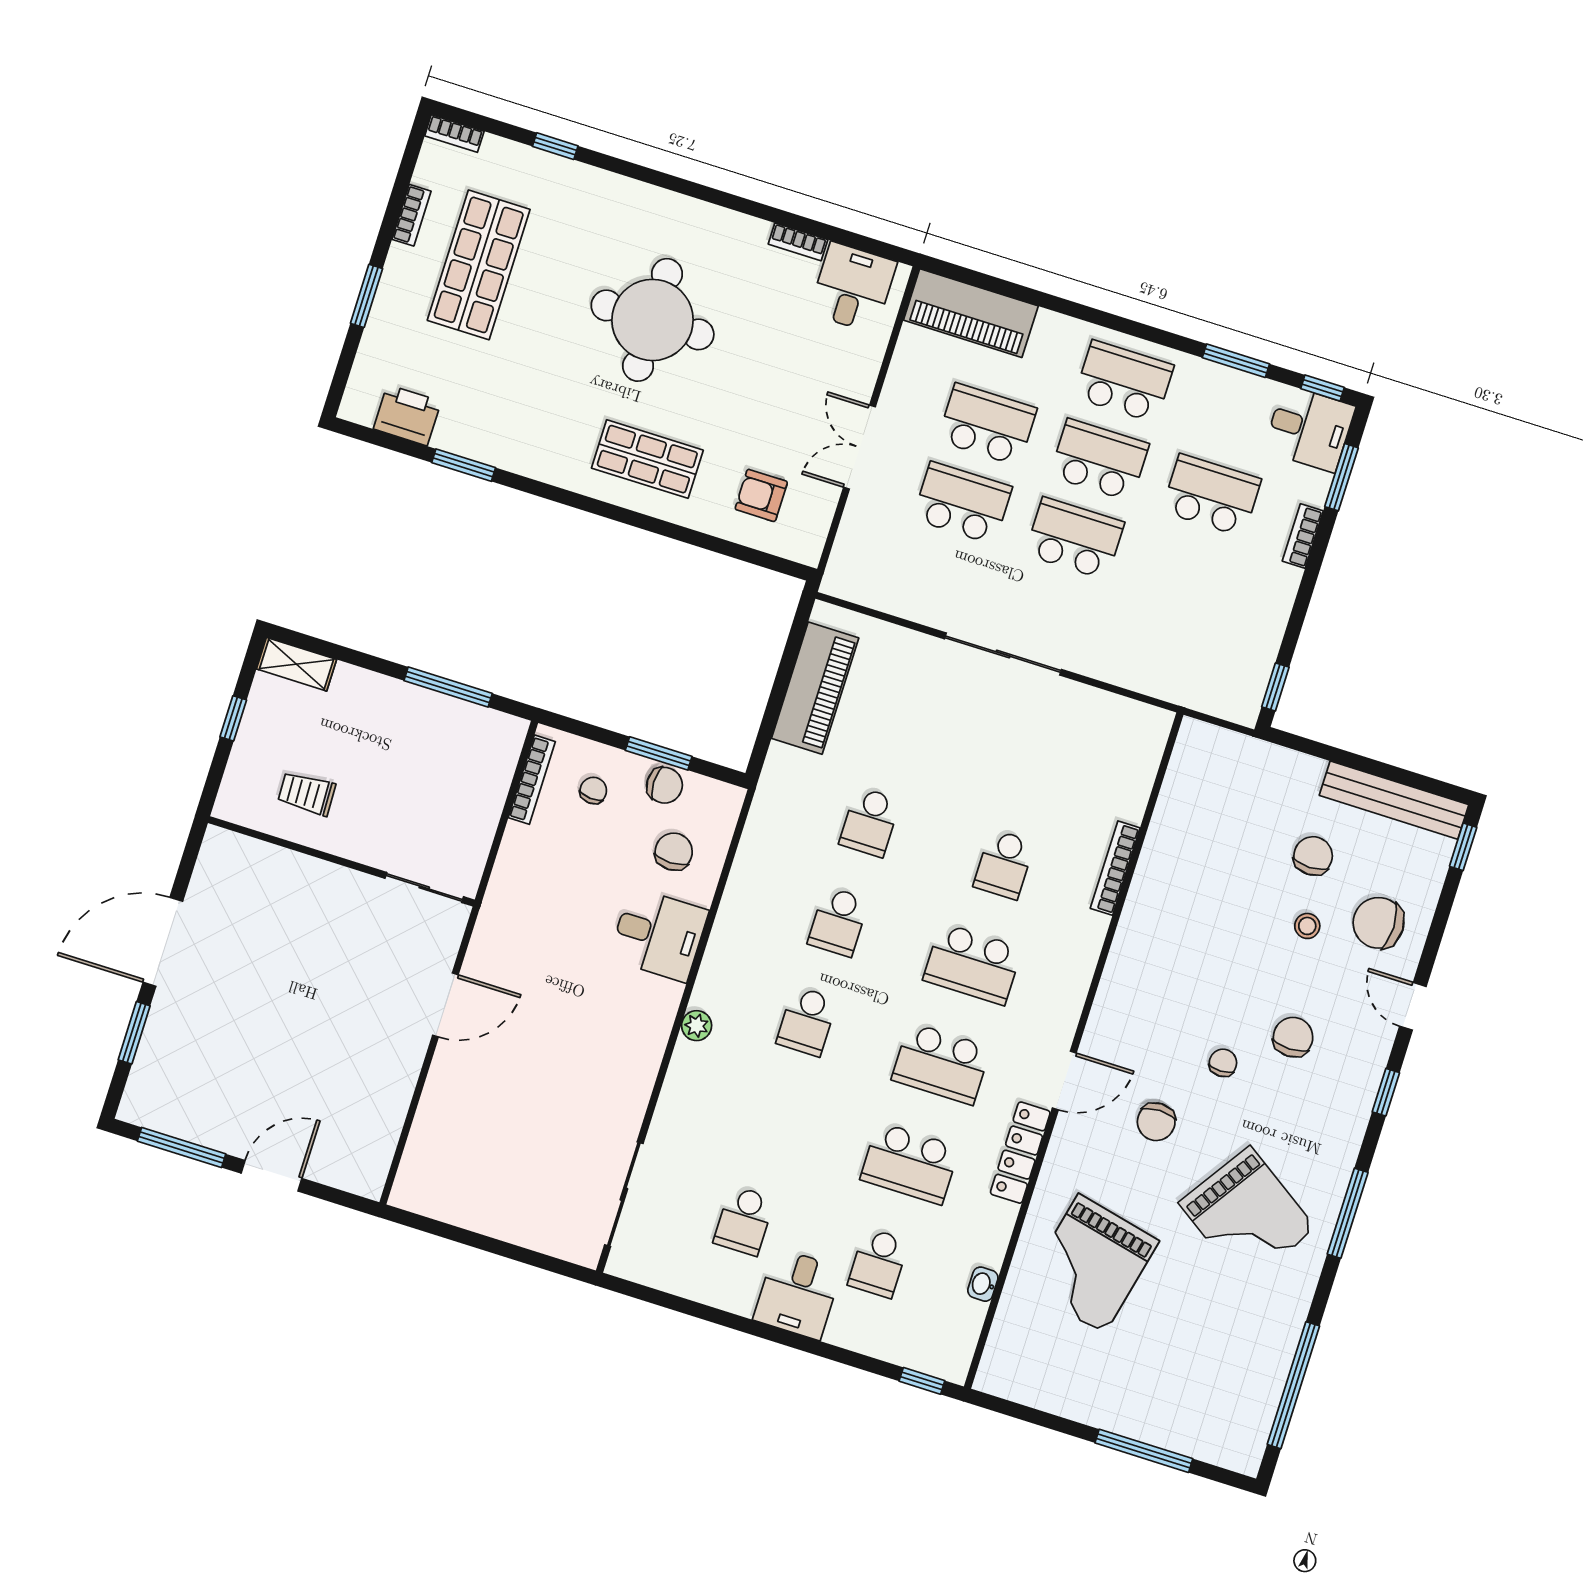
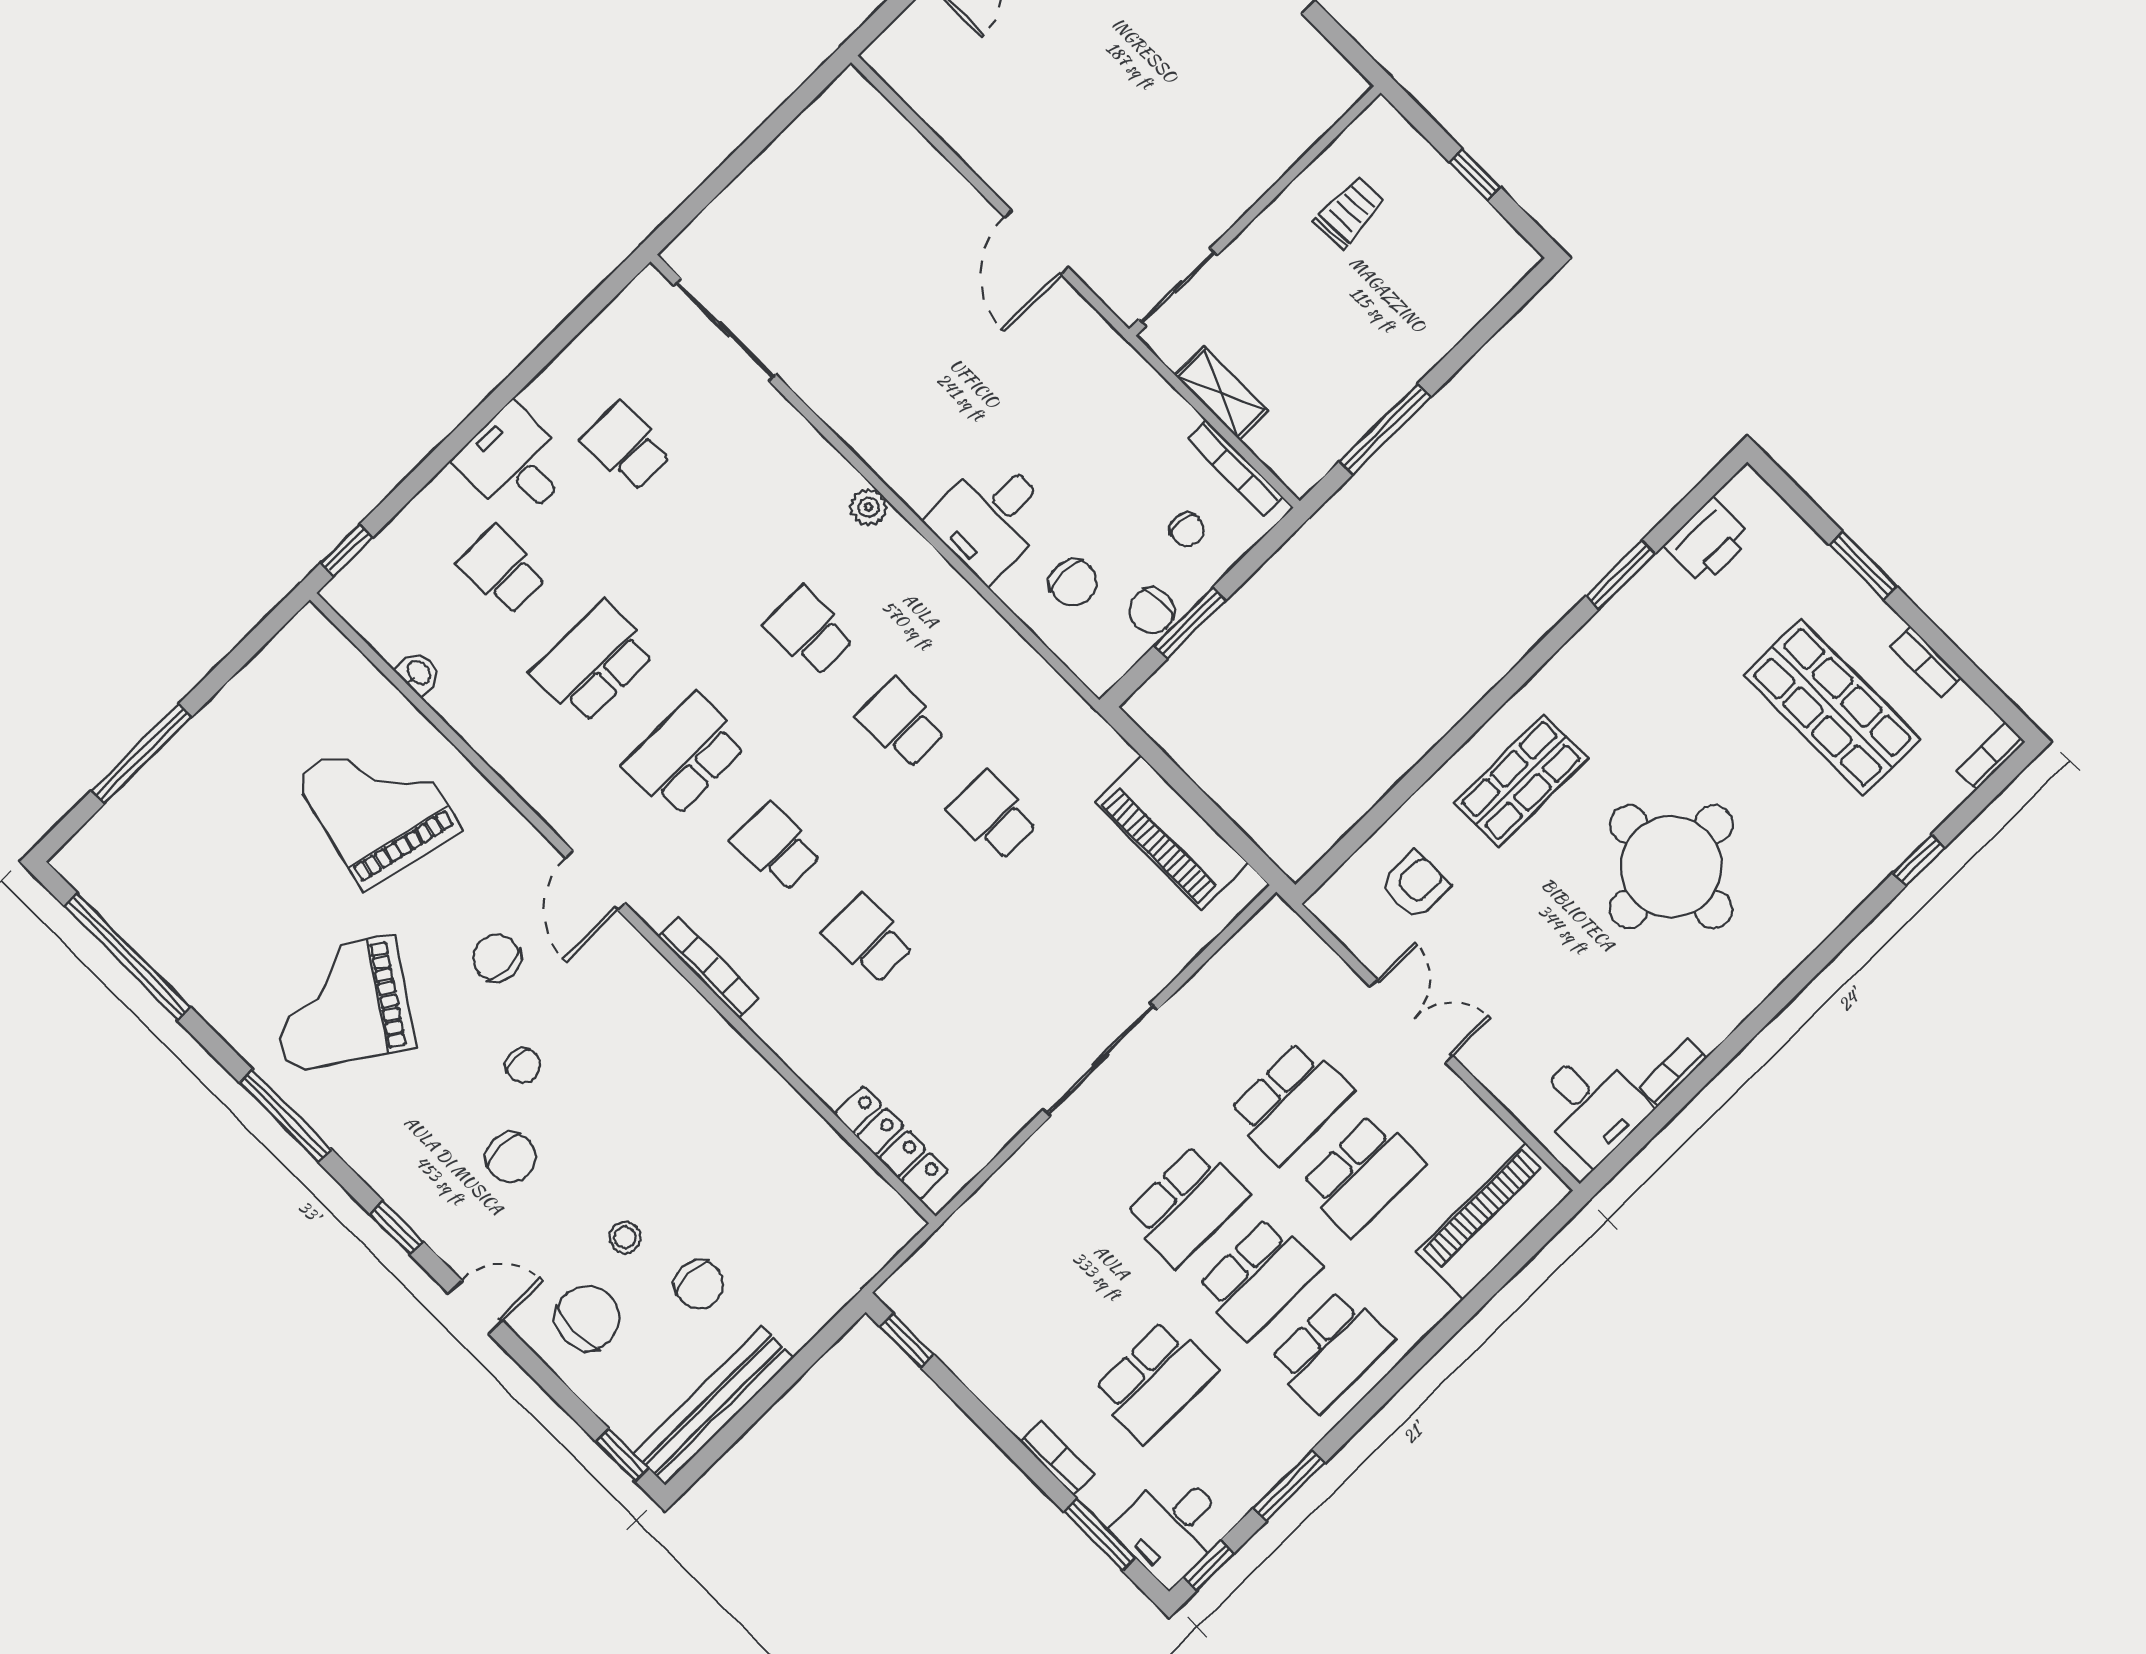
shelving: (297, 664) -> (1221, 393), moved, turned 90
bookcase: (1115, 868) -> (708, 967), moved
school desk: (973, 964) -> (777, 847), width x0.54
locker: (1020, 1153) -> (891, 1143), moved

